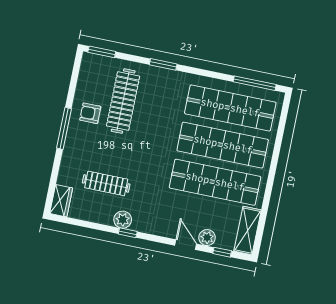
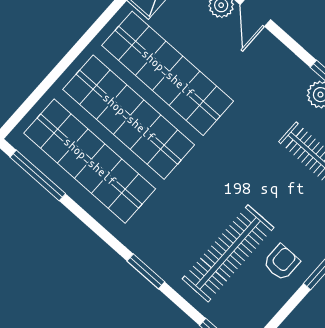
armchair: (90, 113) -> (281, 262), turned -90

